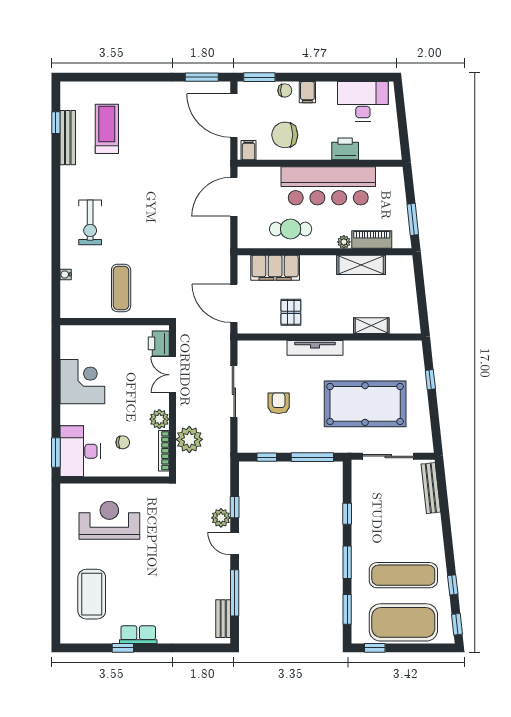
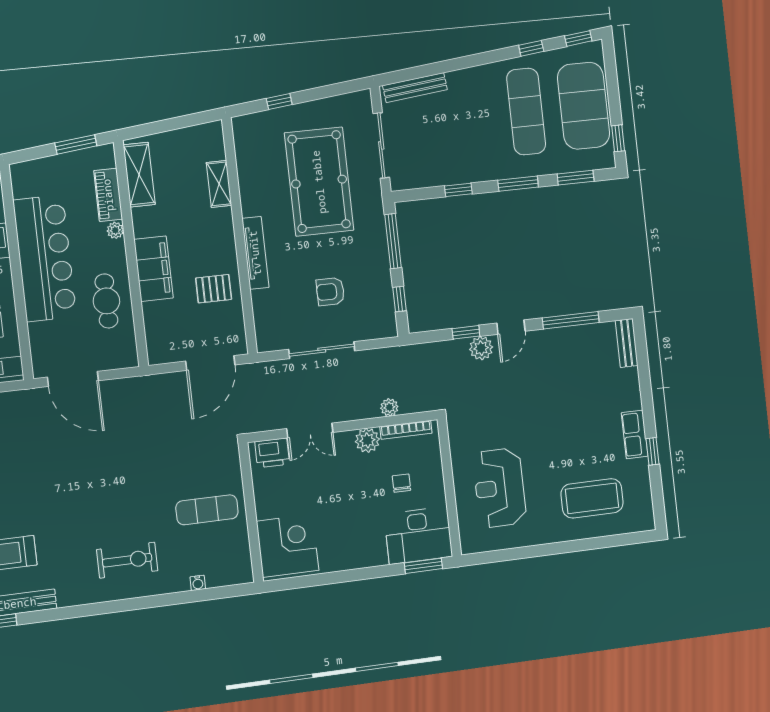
shelving: (361, 265) -> (139, 175), moved
filing cabinet: (275, 268) -> (153, 269), moved
corner desk: (82, 382) -> (288, 546), moved, turned 90
plant: (189, 439) -> (389, 407), width x0.53, depth x0.53
bench: (223, 619) -> (627, 343), moved, turned 90

